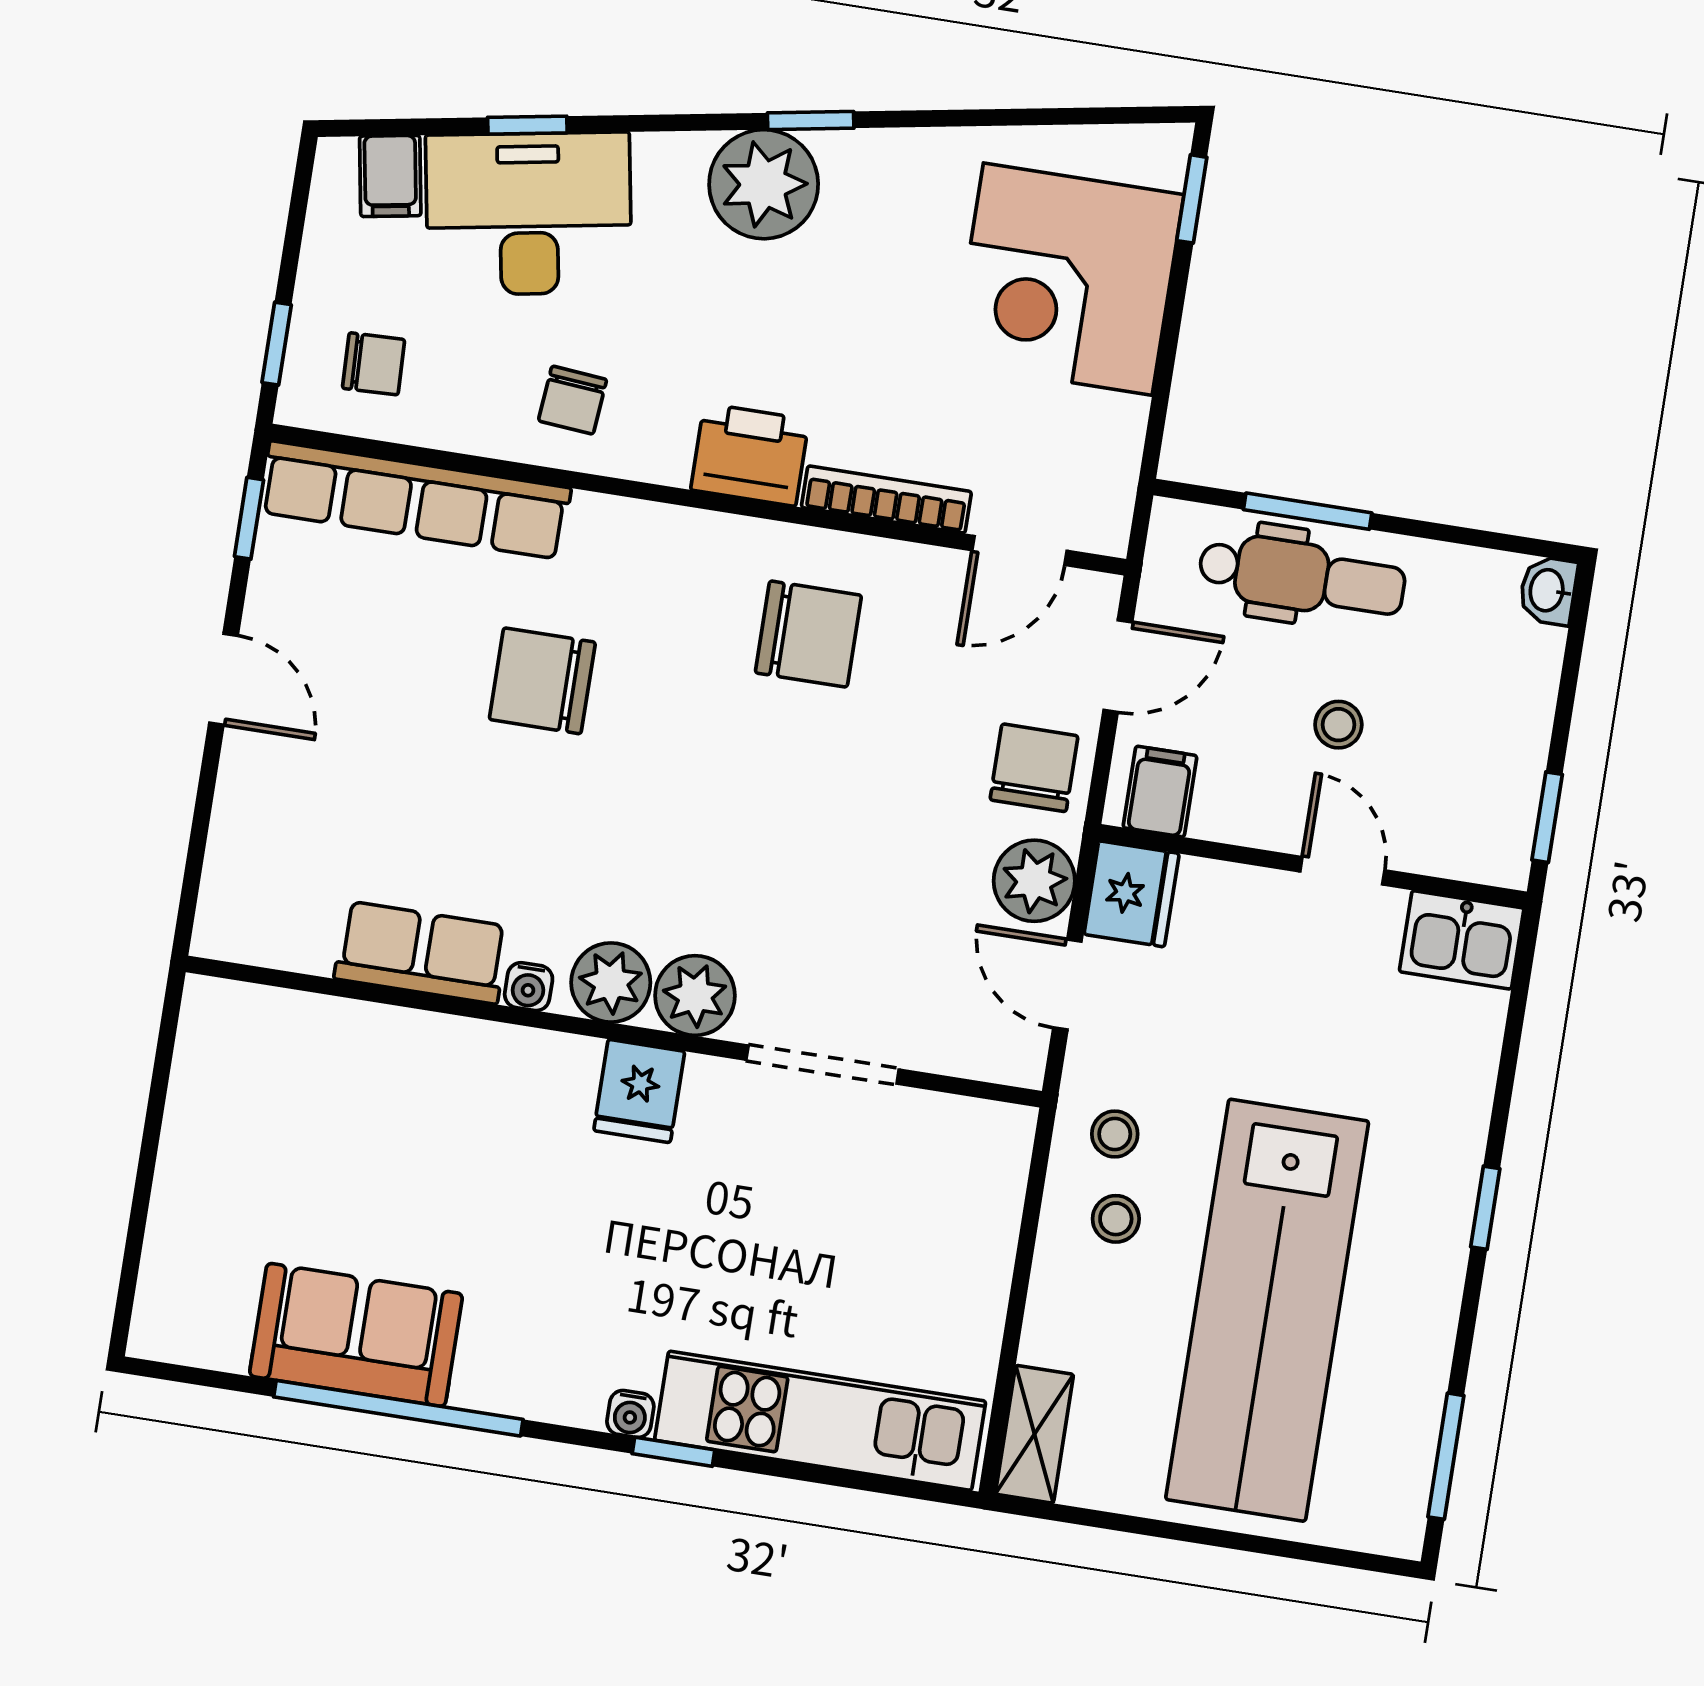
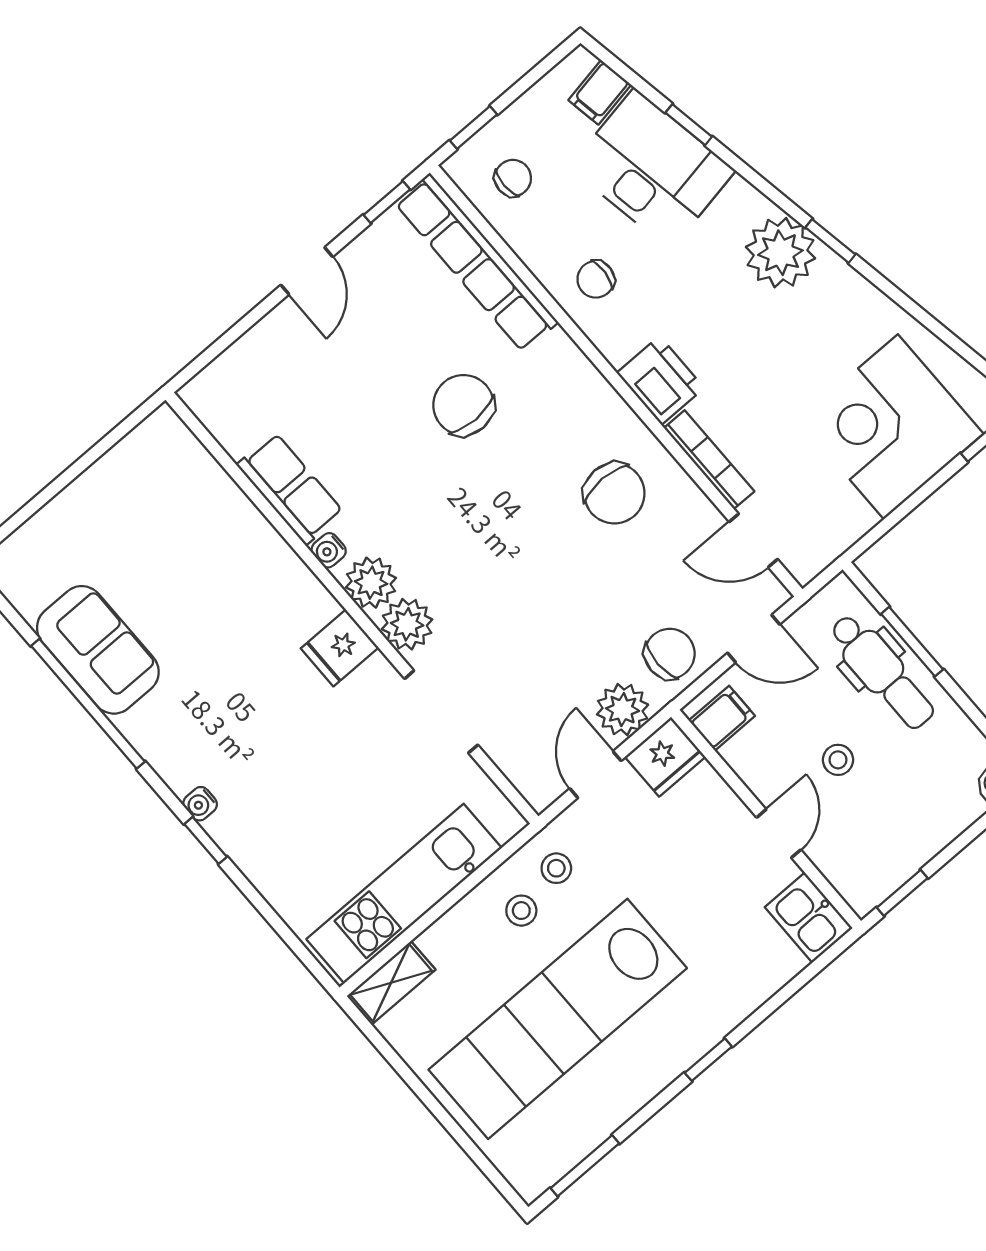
chair: (374, 364) -> (513, 178), turned -88
kitchen unit: (820, 1421) -> (404, 894), moved, turned -90

